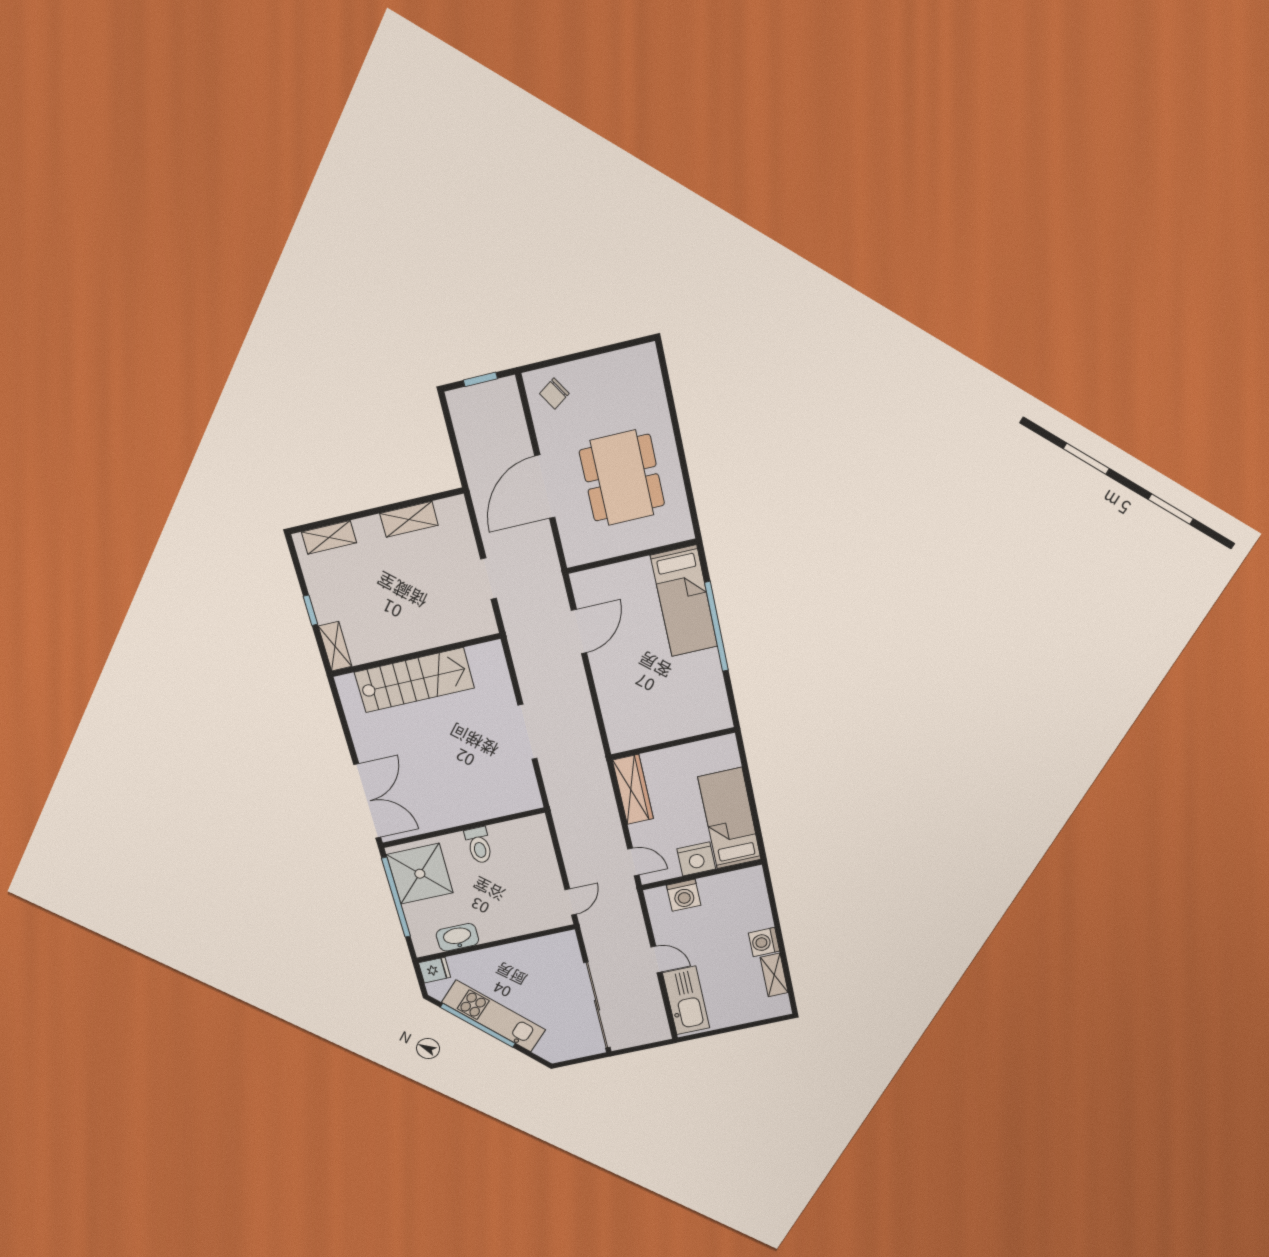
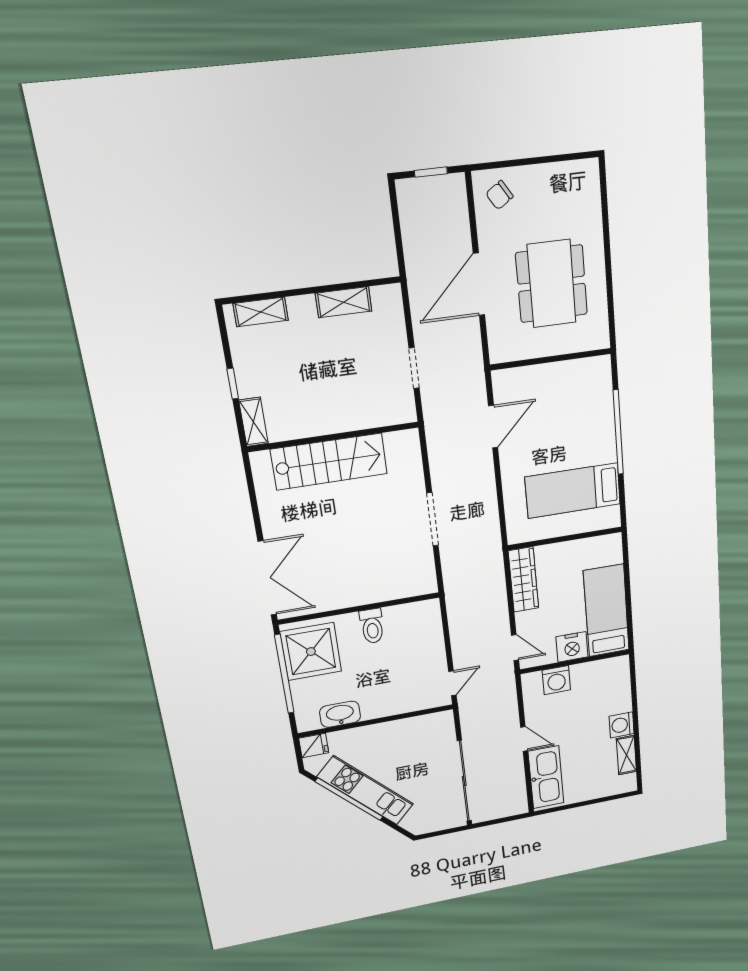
bed: (684, 601) -> (573, 491), moved, turned 90

